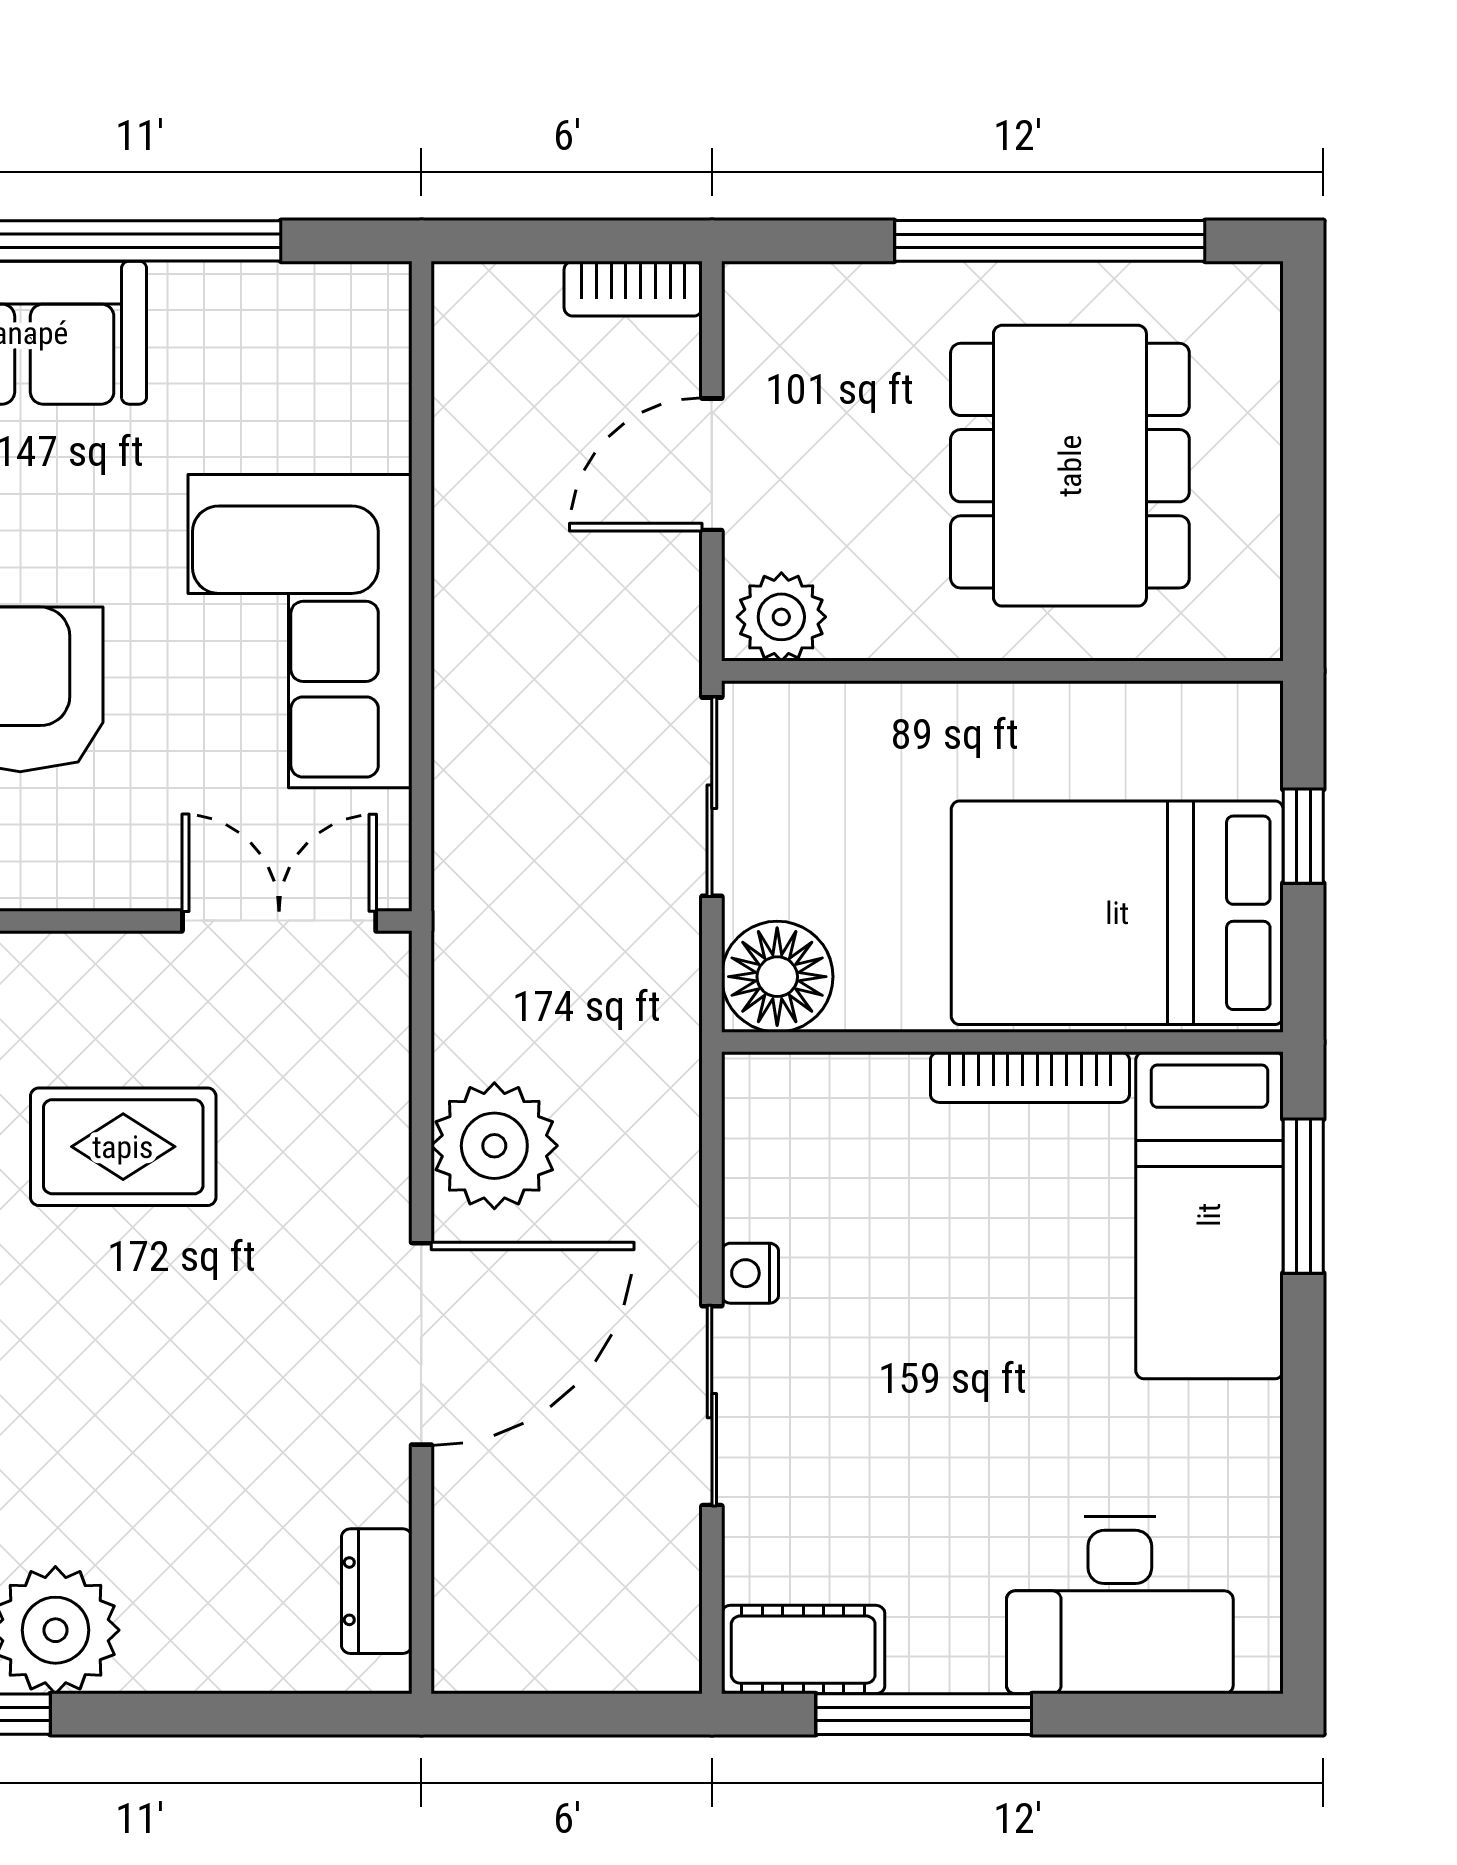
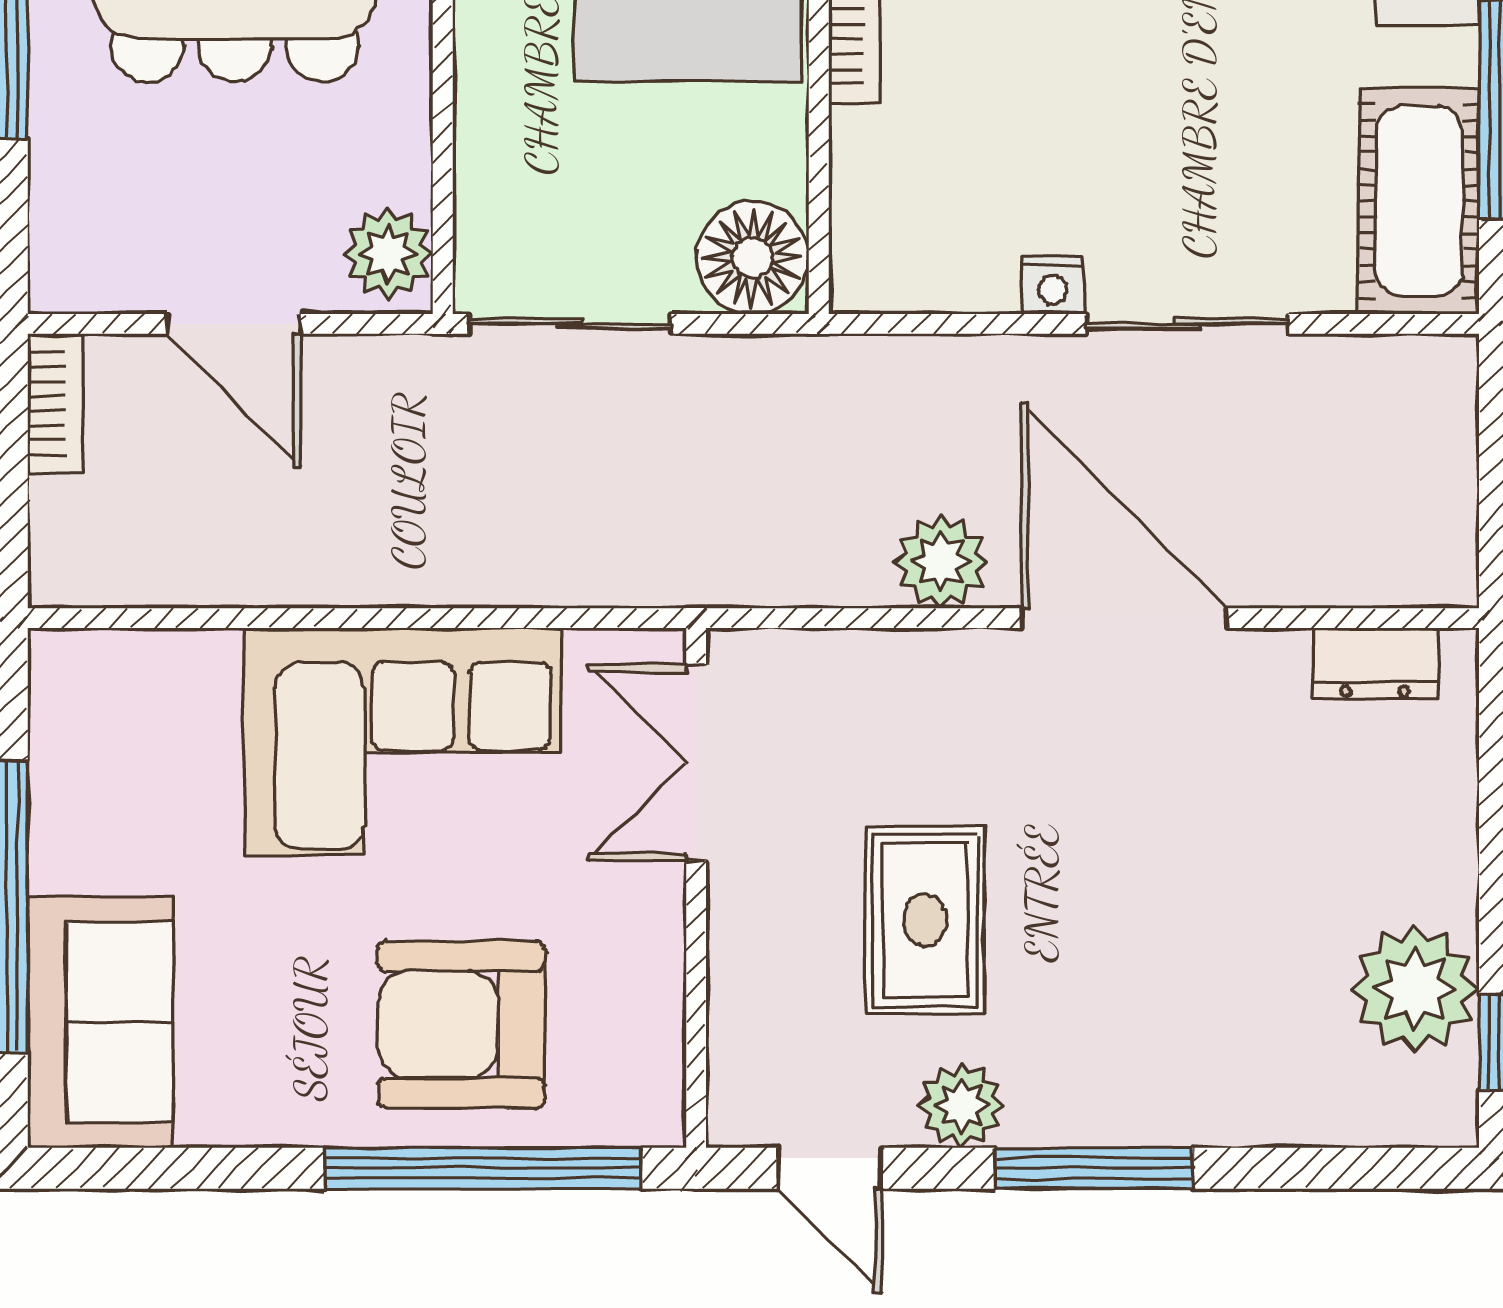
plant: (494, 1146) -> (941, 561), width x0.73, depth x0.73
cot: (803, 1650) -> (1419, 201), width x1.37, depth x1.34

